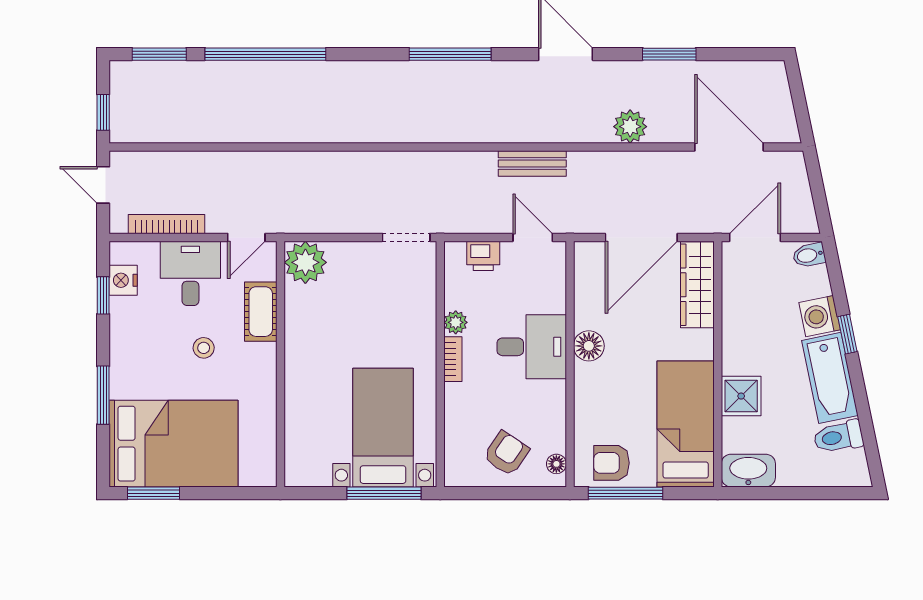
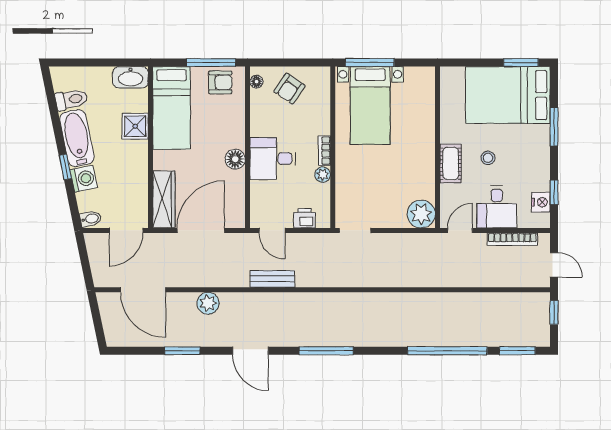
cot: (261, 312) -> (451, 164), moved

